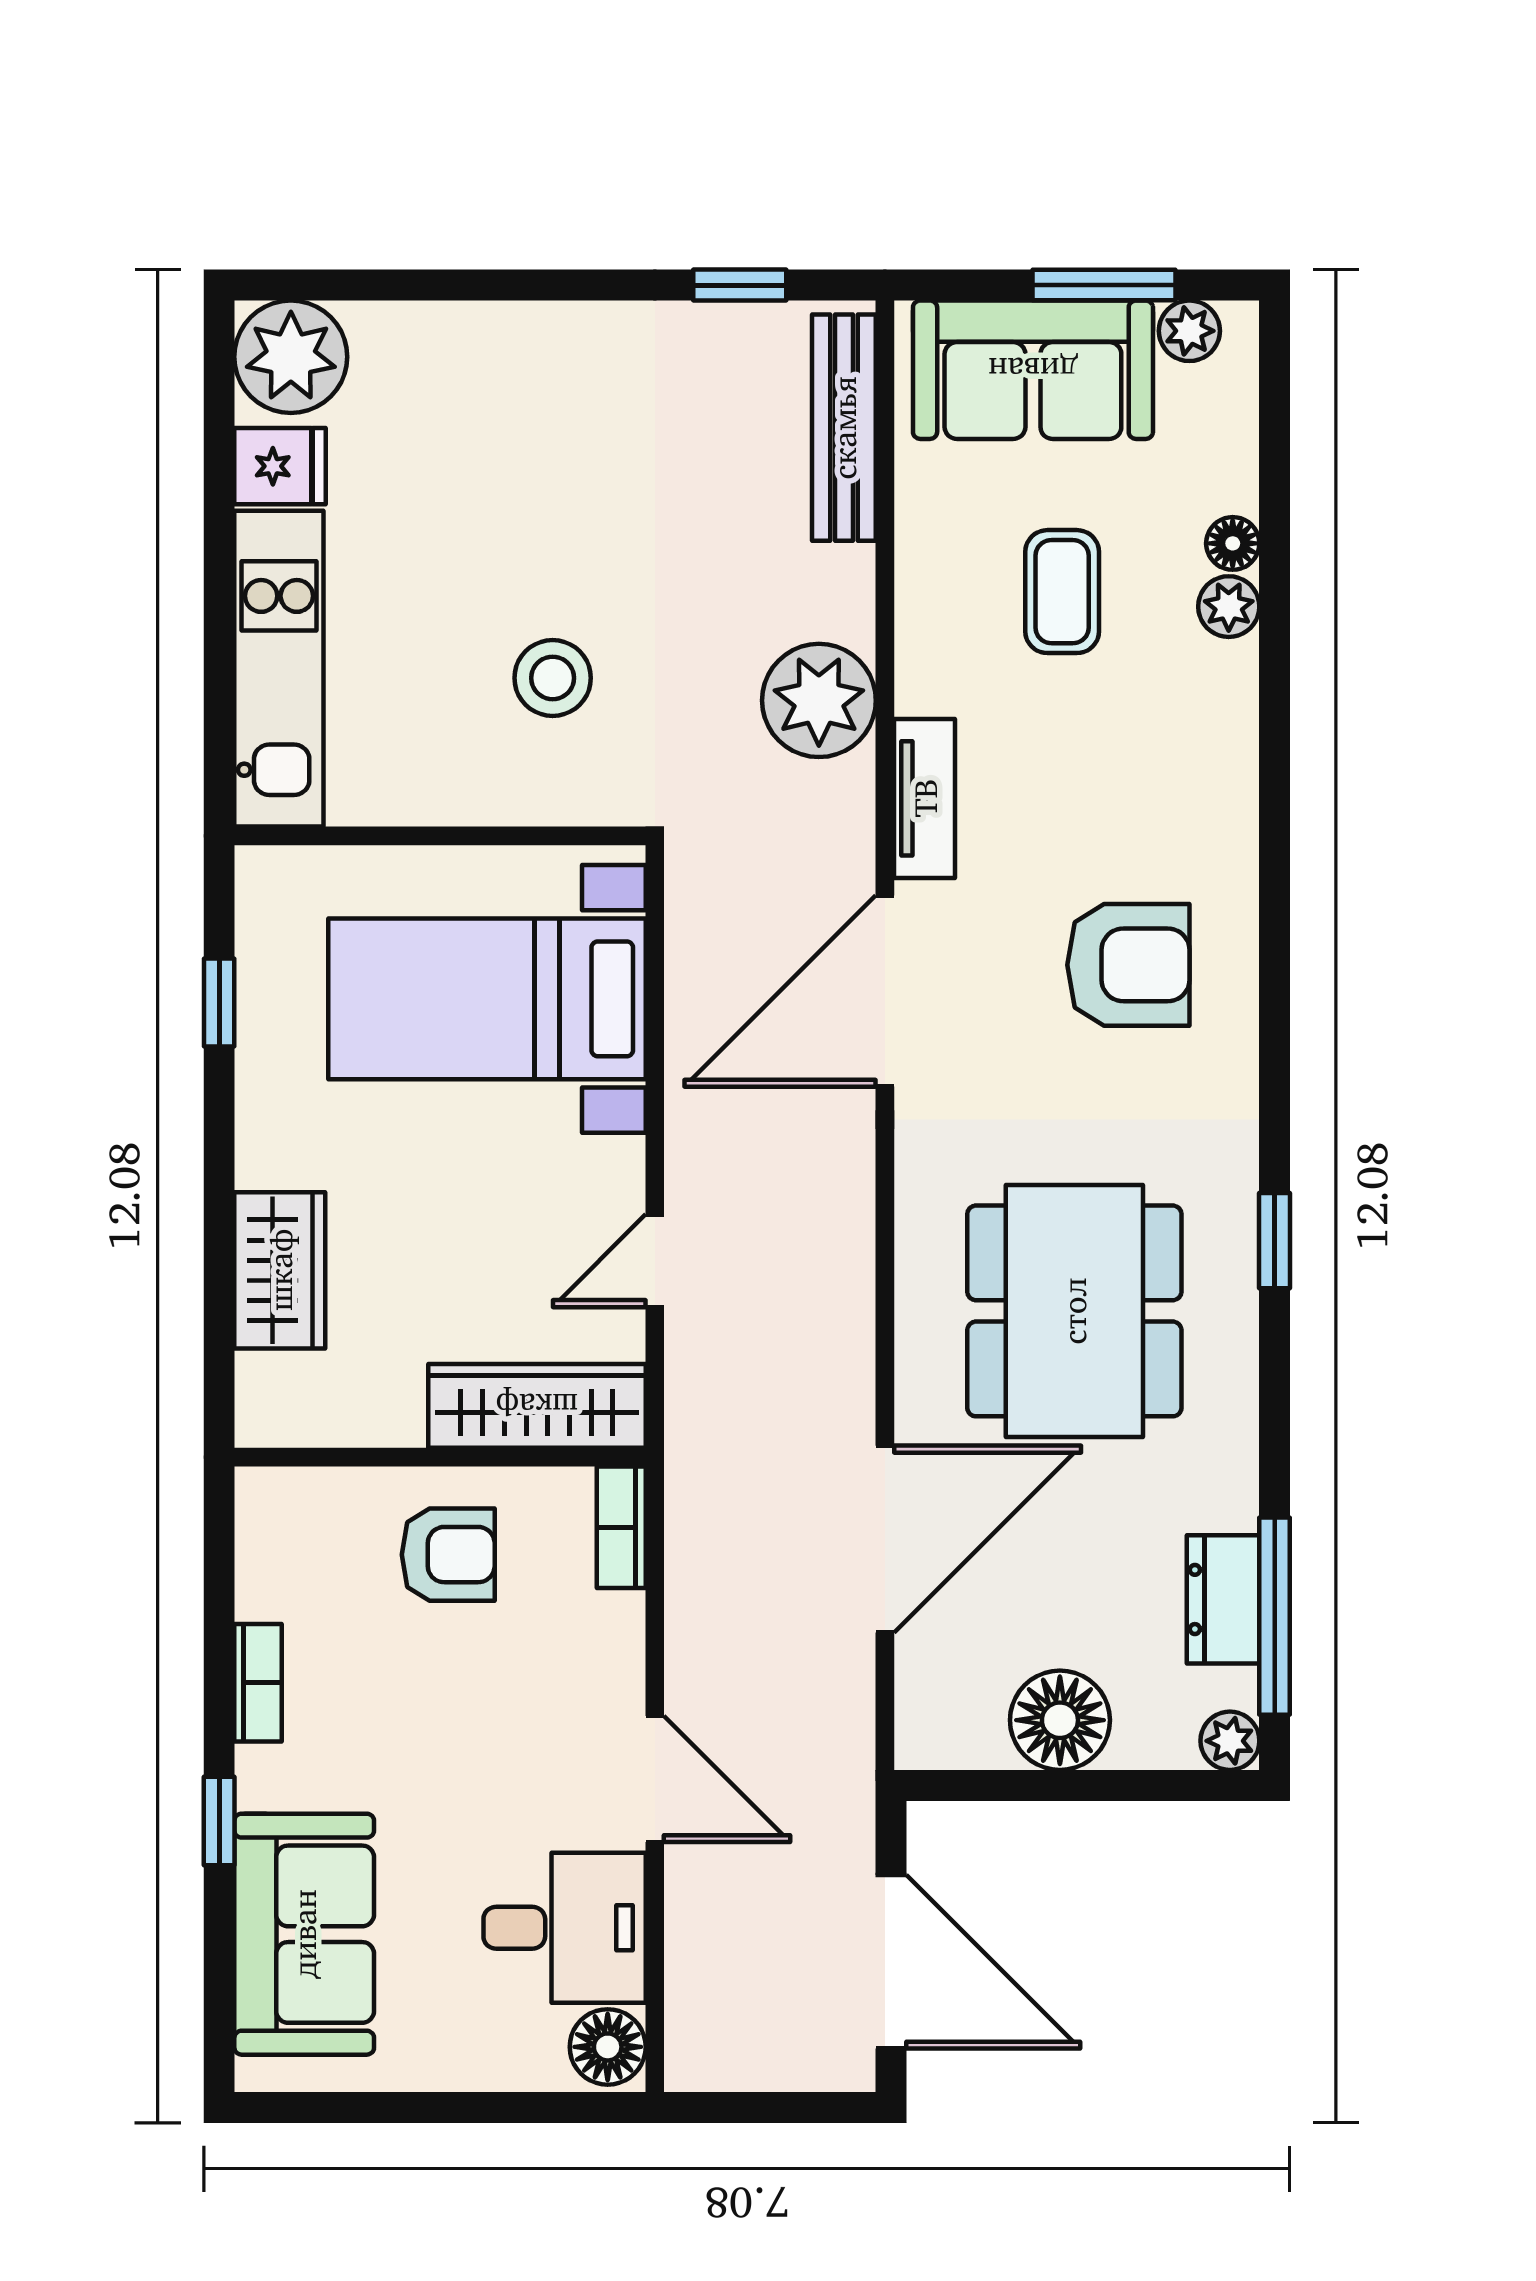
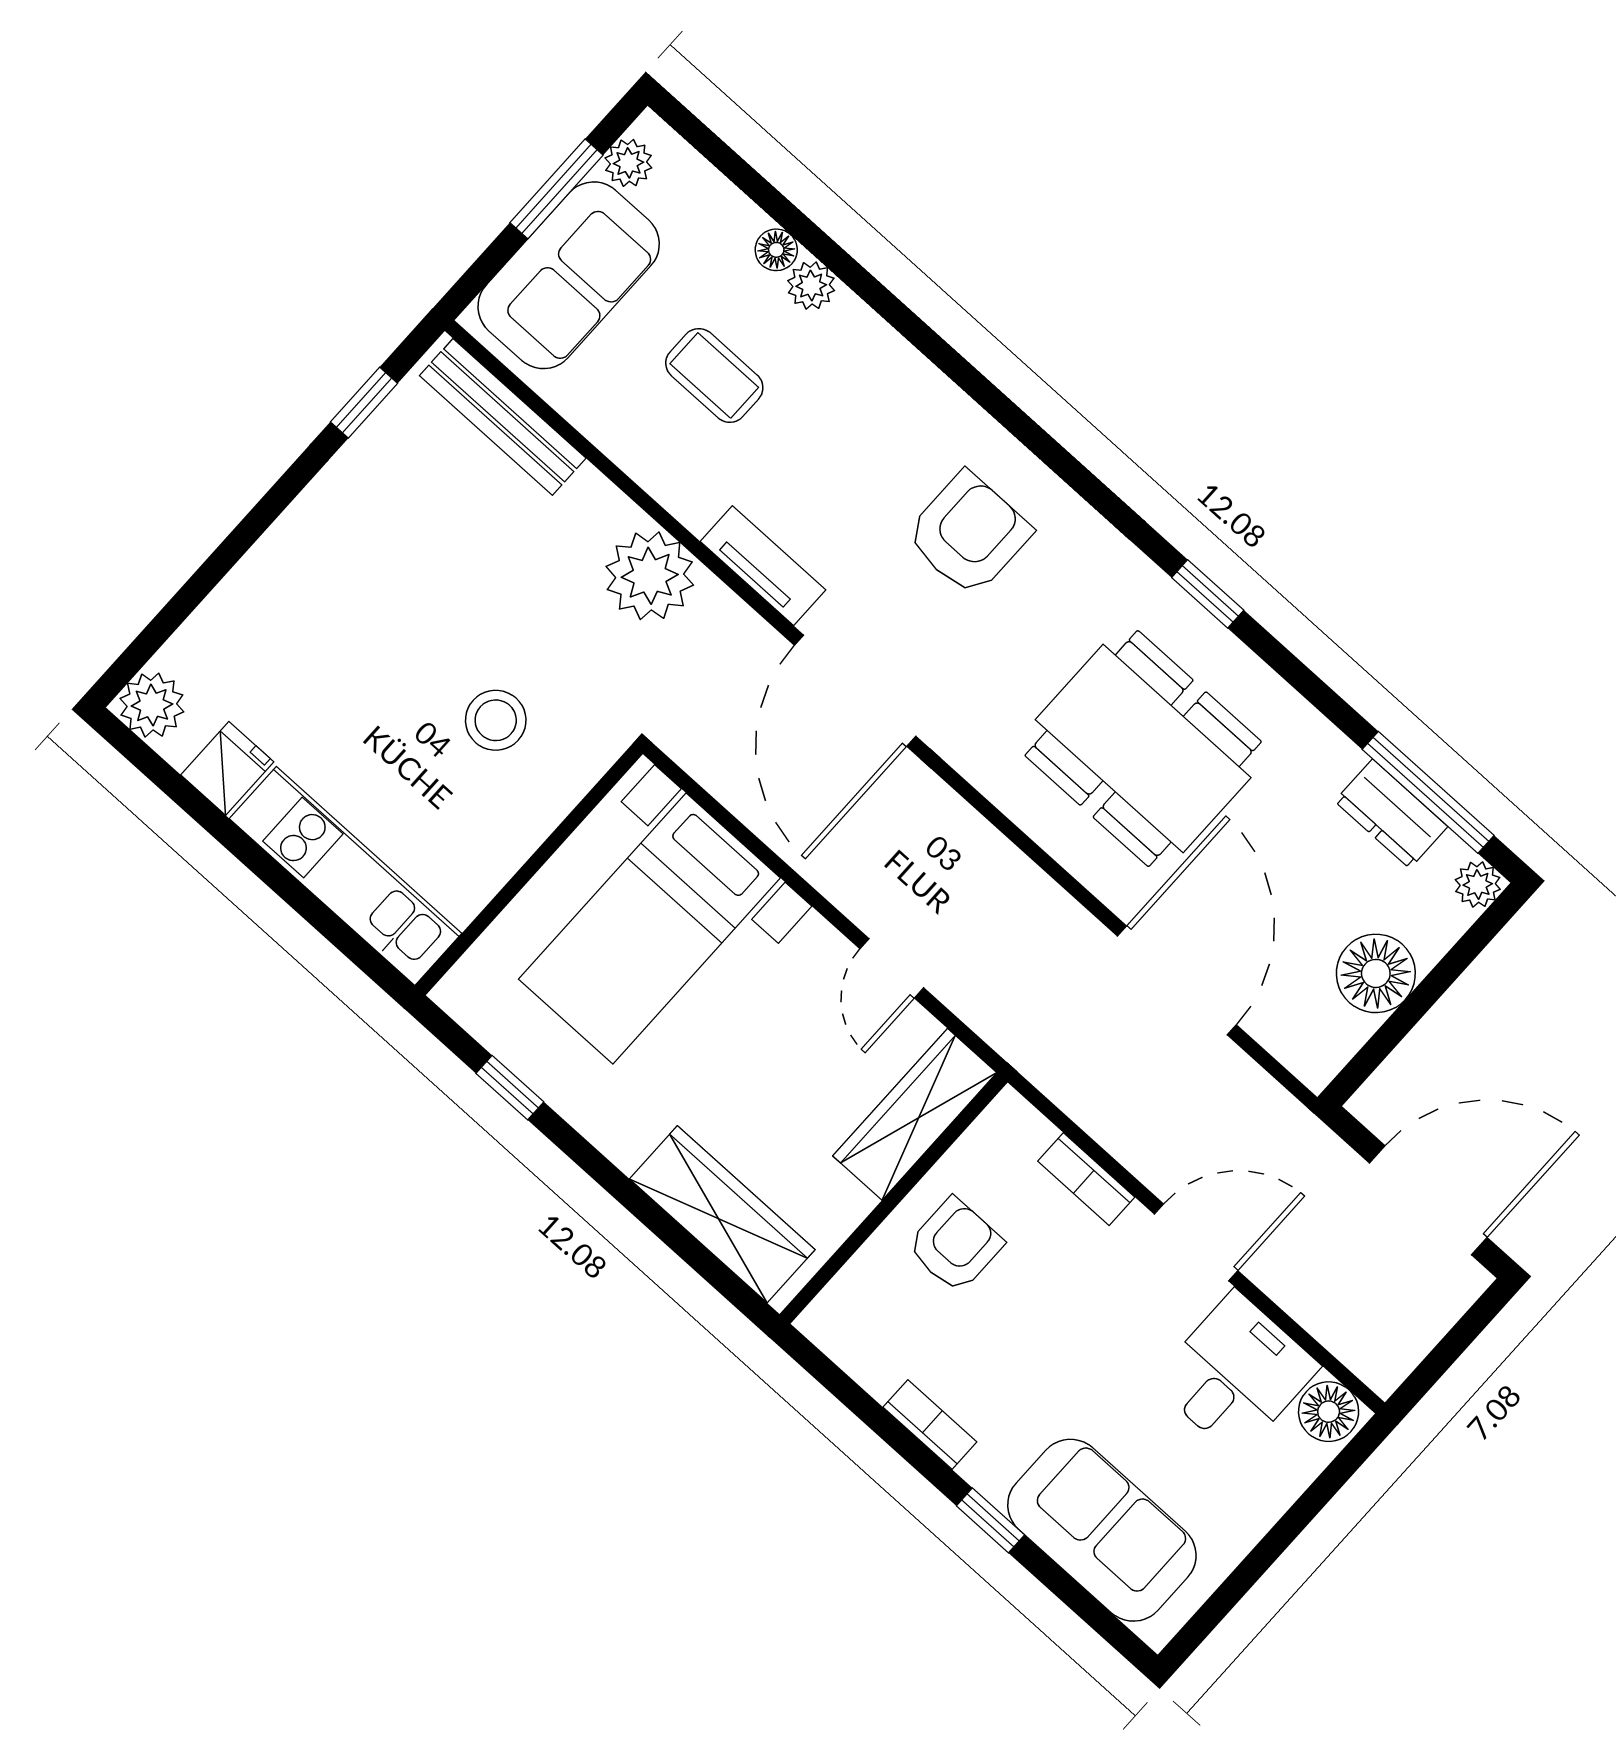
plant: (291, 357) -> (152, 705), width x0.73, depth x0.73
wardrobe: (280, 1270) -> (722, 1214), width x1.50
bookcase: (621, 1527) -> (1086, 1179), moved

